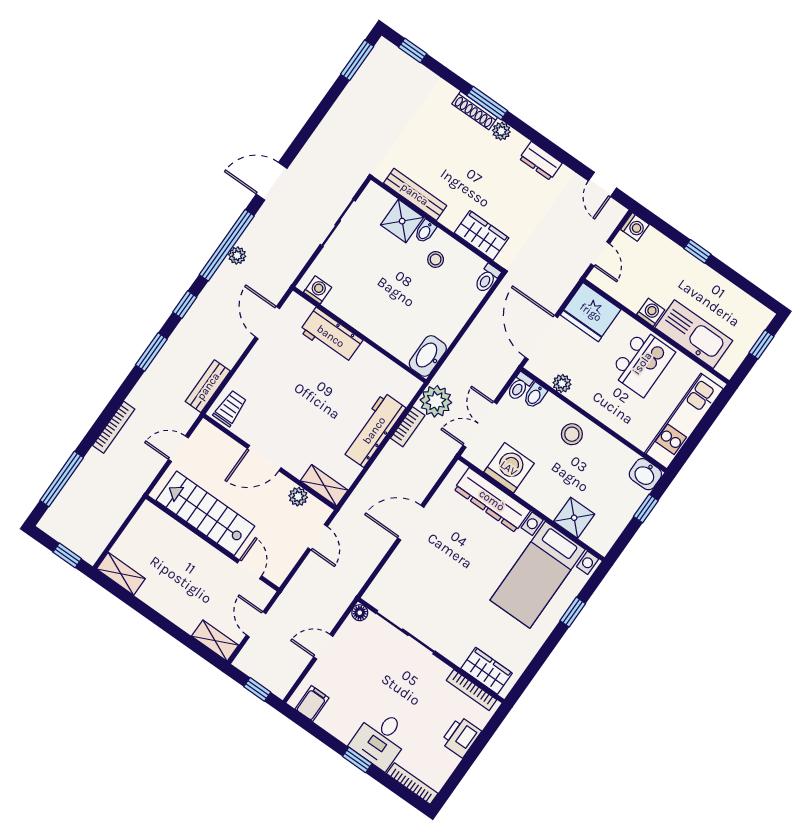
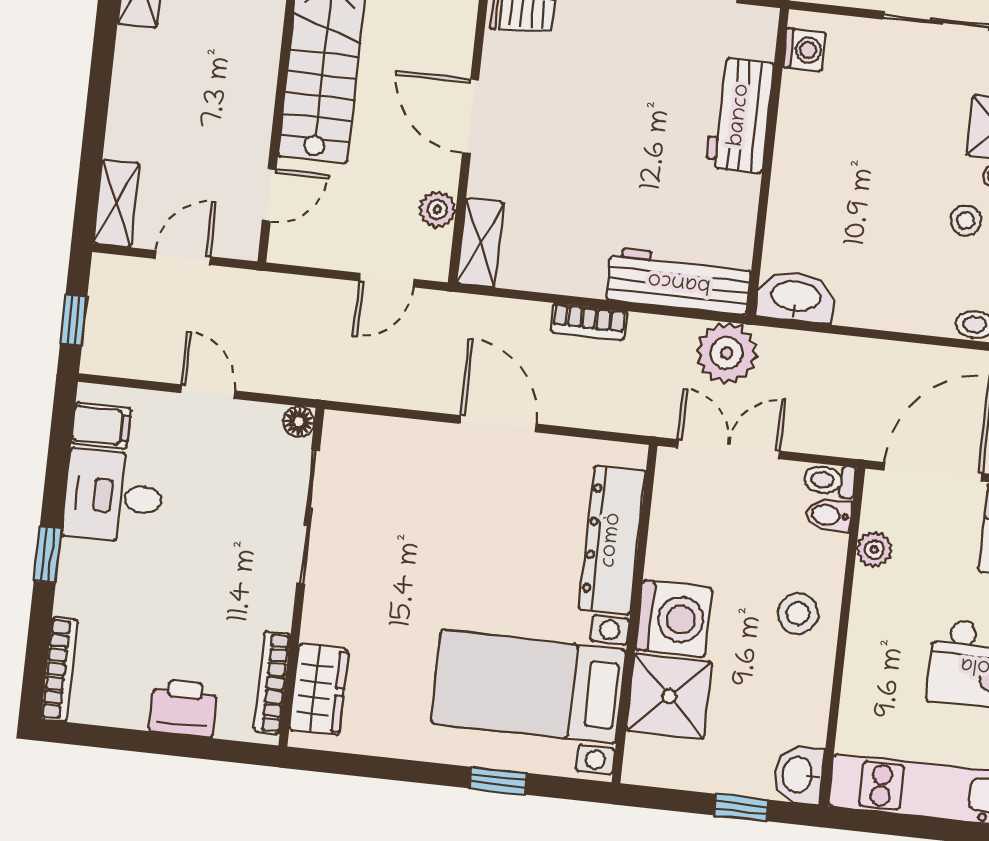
bookcase: (408, 427) -> (589, 322), moved
workbench: (374, 430) -> (679, 281), moved
washing machine: (509, 468) -> (674, 619), moved
shower: (574, 518) -> (669, 696), width x1.36, depth x1.36
desk: (381, 739) -> (113, 496), moved

